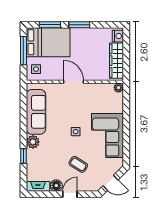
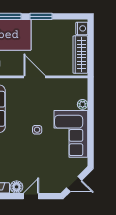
plant: (119, 88) -> (83, 104), moved
coffee table: (78, 164) -> (40, 164), removed

